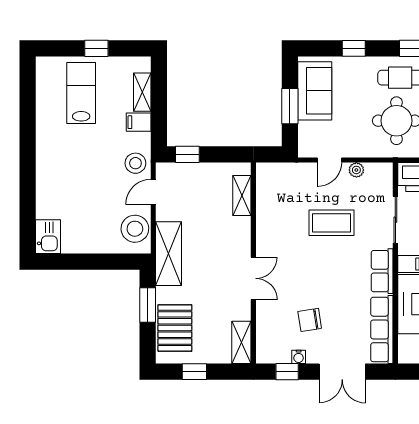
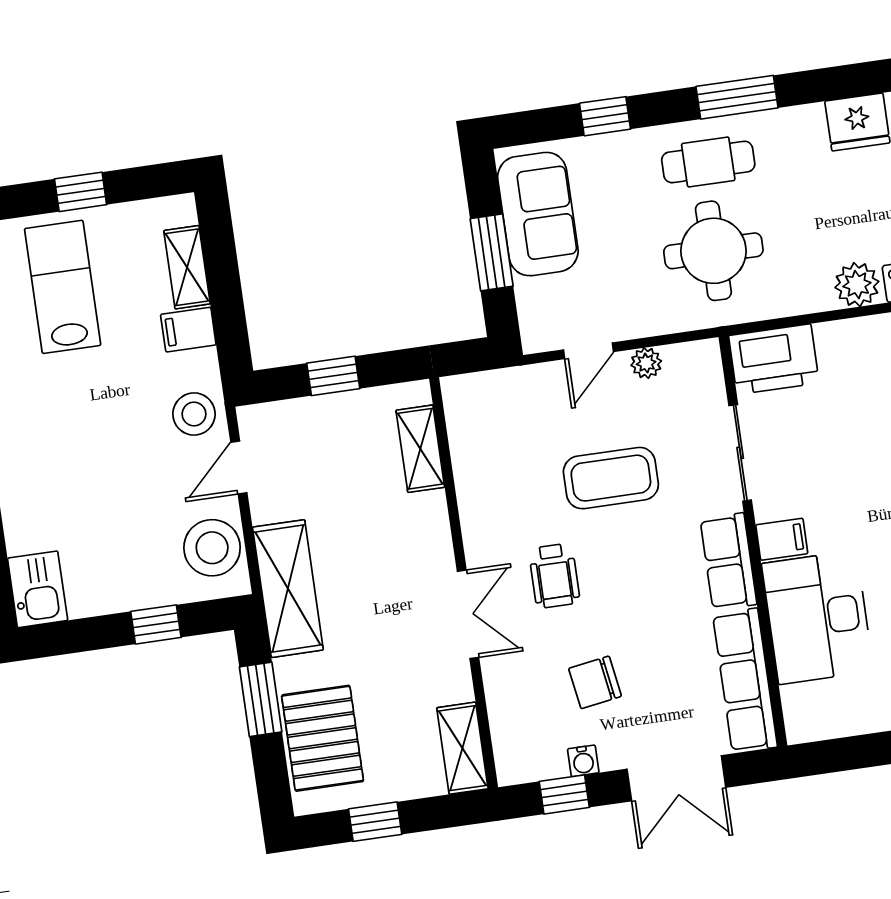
window: (187, 154) -> (333, 376), moved
window: (103, 262) -> (156, 624), added
wheelchair: (297, 266) -> (554, 576), added

